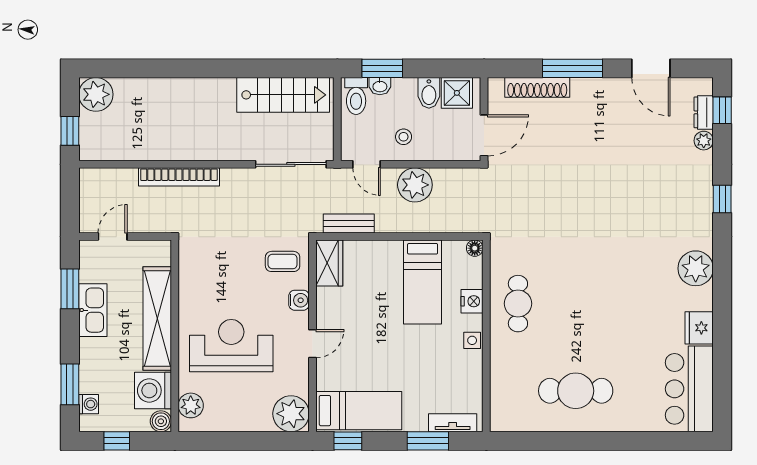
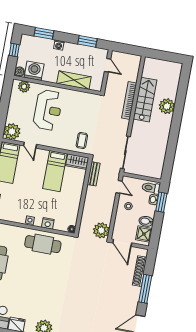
plant: (96, 94) -> (167, 106), moved
stairs: (283, 95) -> (145, 100), moved, turned 180
window: (70, 131) -> (159, 55), removed
door: (367, 164) -> (119, 187), swing flipped
plant: (415, 185) -> (101, 230), moved
bed: (423, 282) -> (55, 171), moved, turned -90
water cooler: (299, 300) -> (63, 145), removed
cafe table: (518, 304) -> (43, 244), width x1.37, depth x1.35
kitchen sink: (93, 310) -> (76, 50), removed
shelving: (157, 318) -> (74, 80), width x0.68
door: (313, 344) -> (30, 145), moved
washing machine: (89, 404) -> (59, 45), moved

